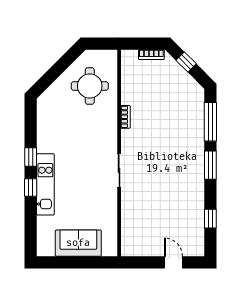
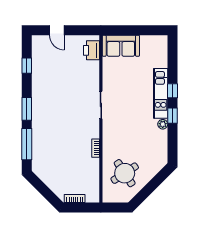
window: (186, 62) -> (46, 193), removed
round table: (90, 86) -> (125, 173), turned -33
plant: (43, 146) -> (163, 124), added
printer: (131, 237) -> (91, 50), added
sofa: (78, 243) -> (121, 46), moved

